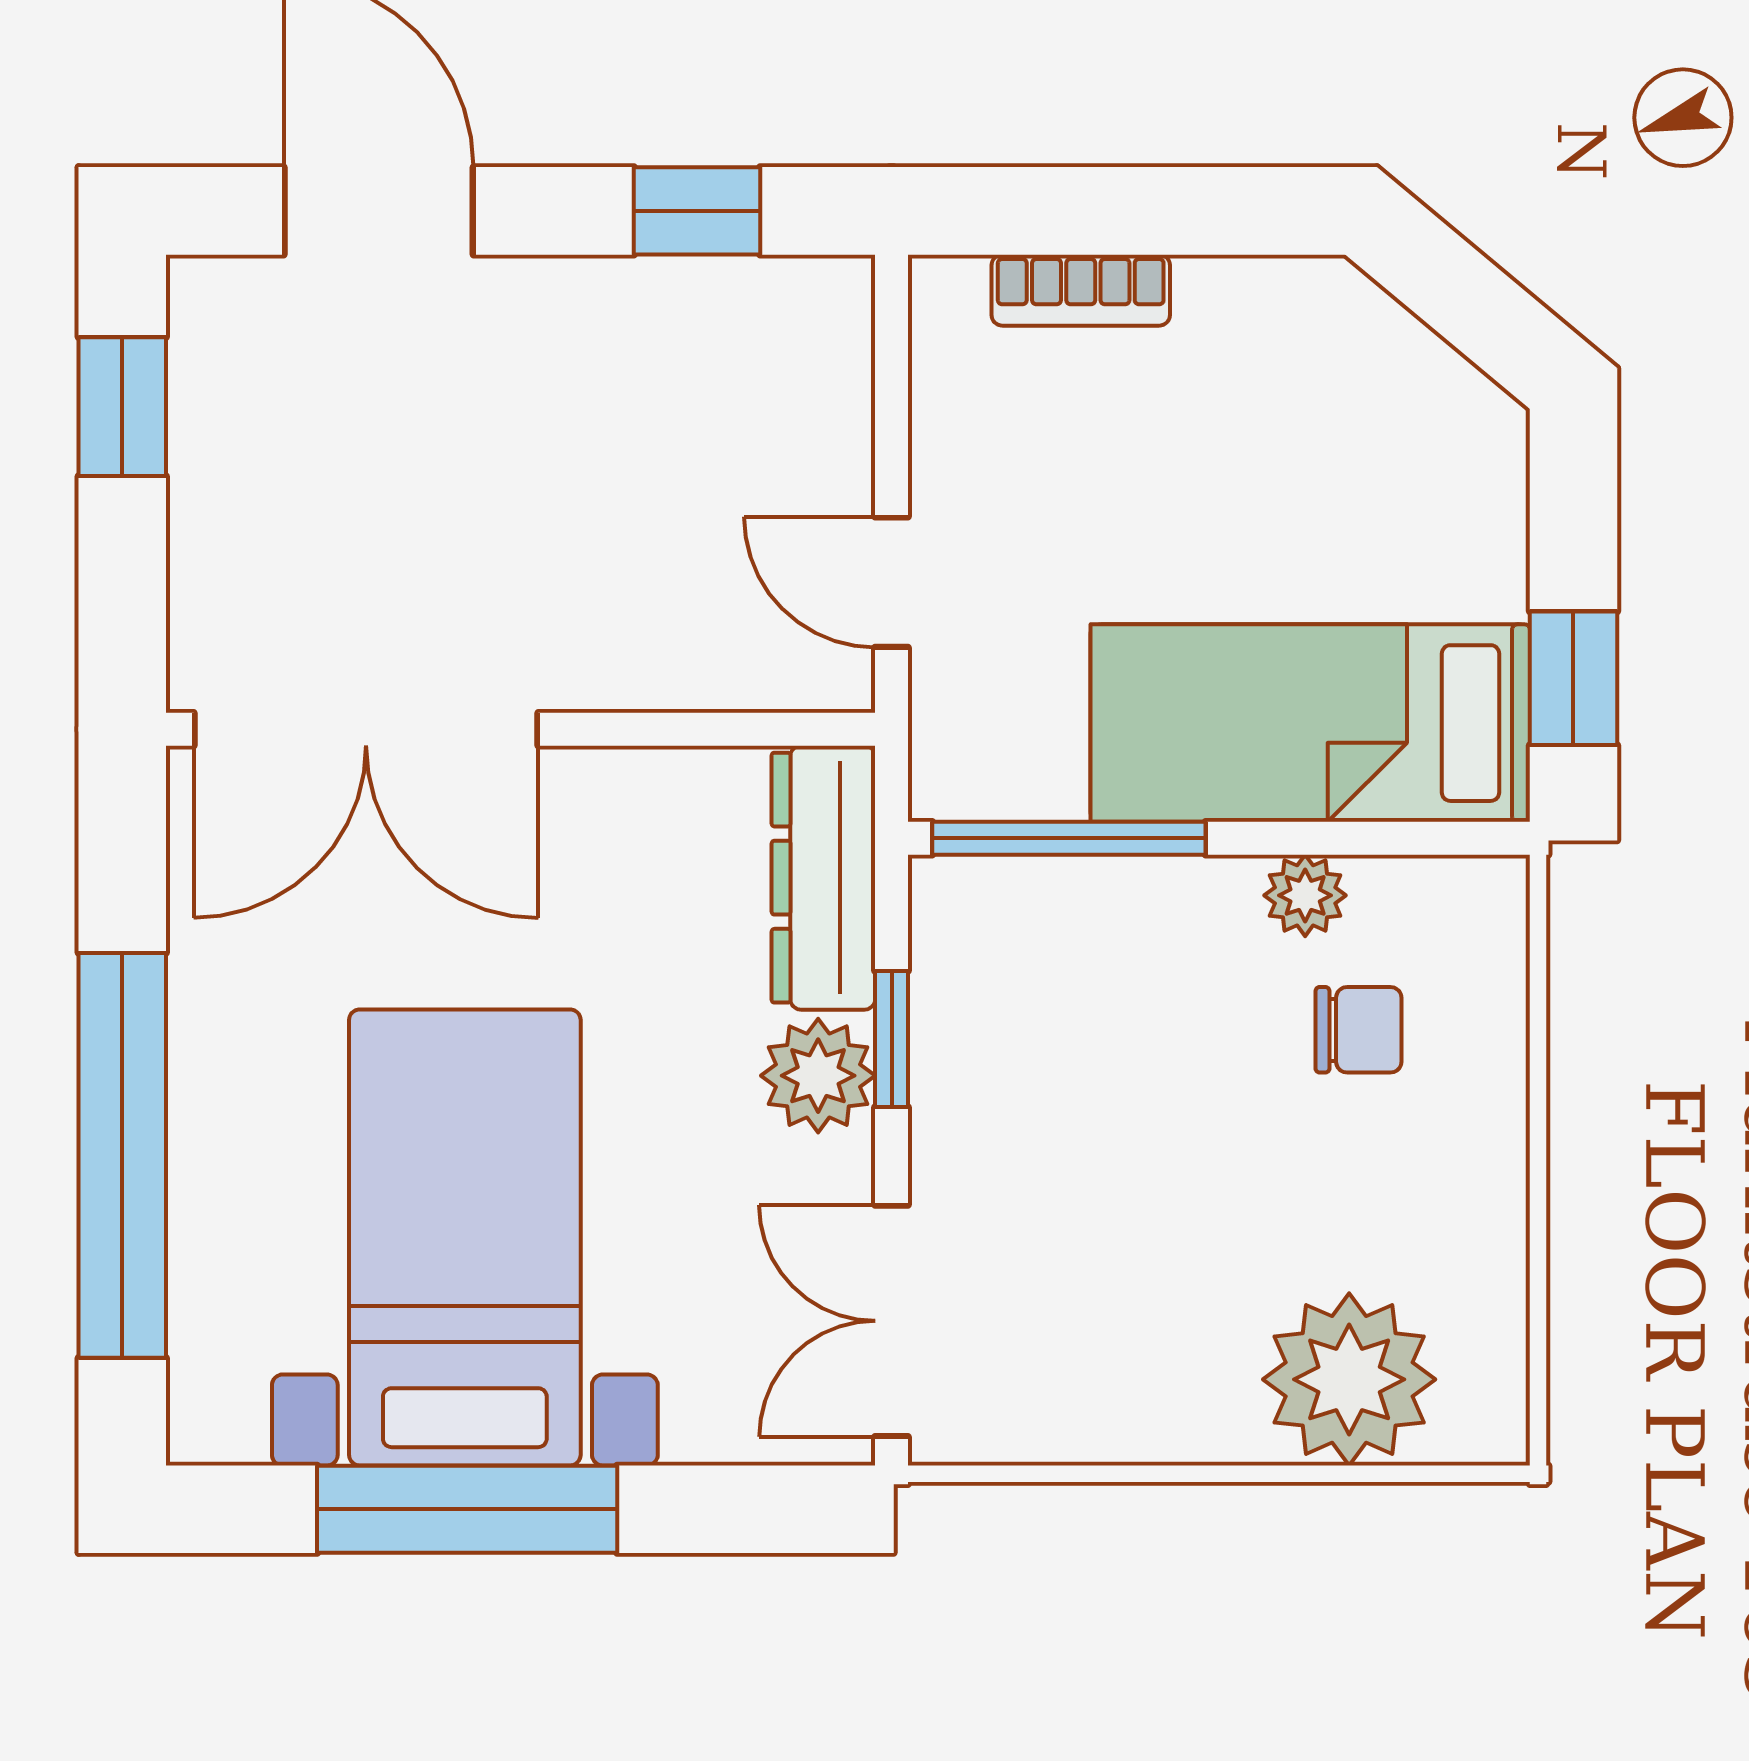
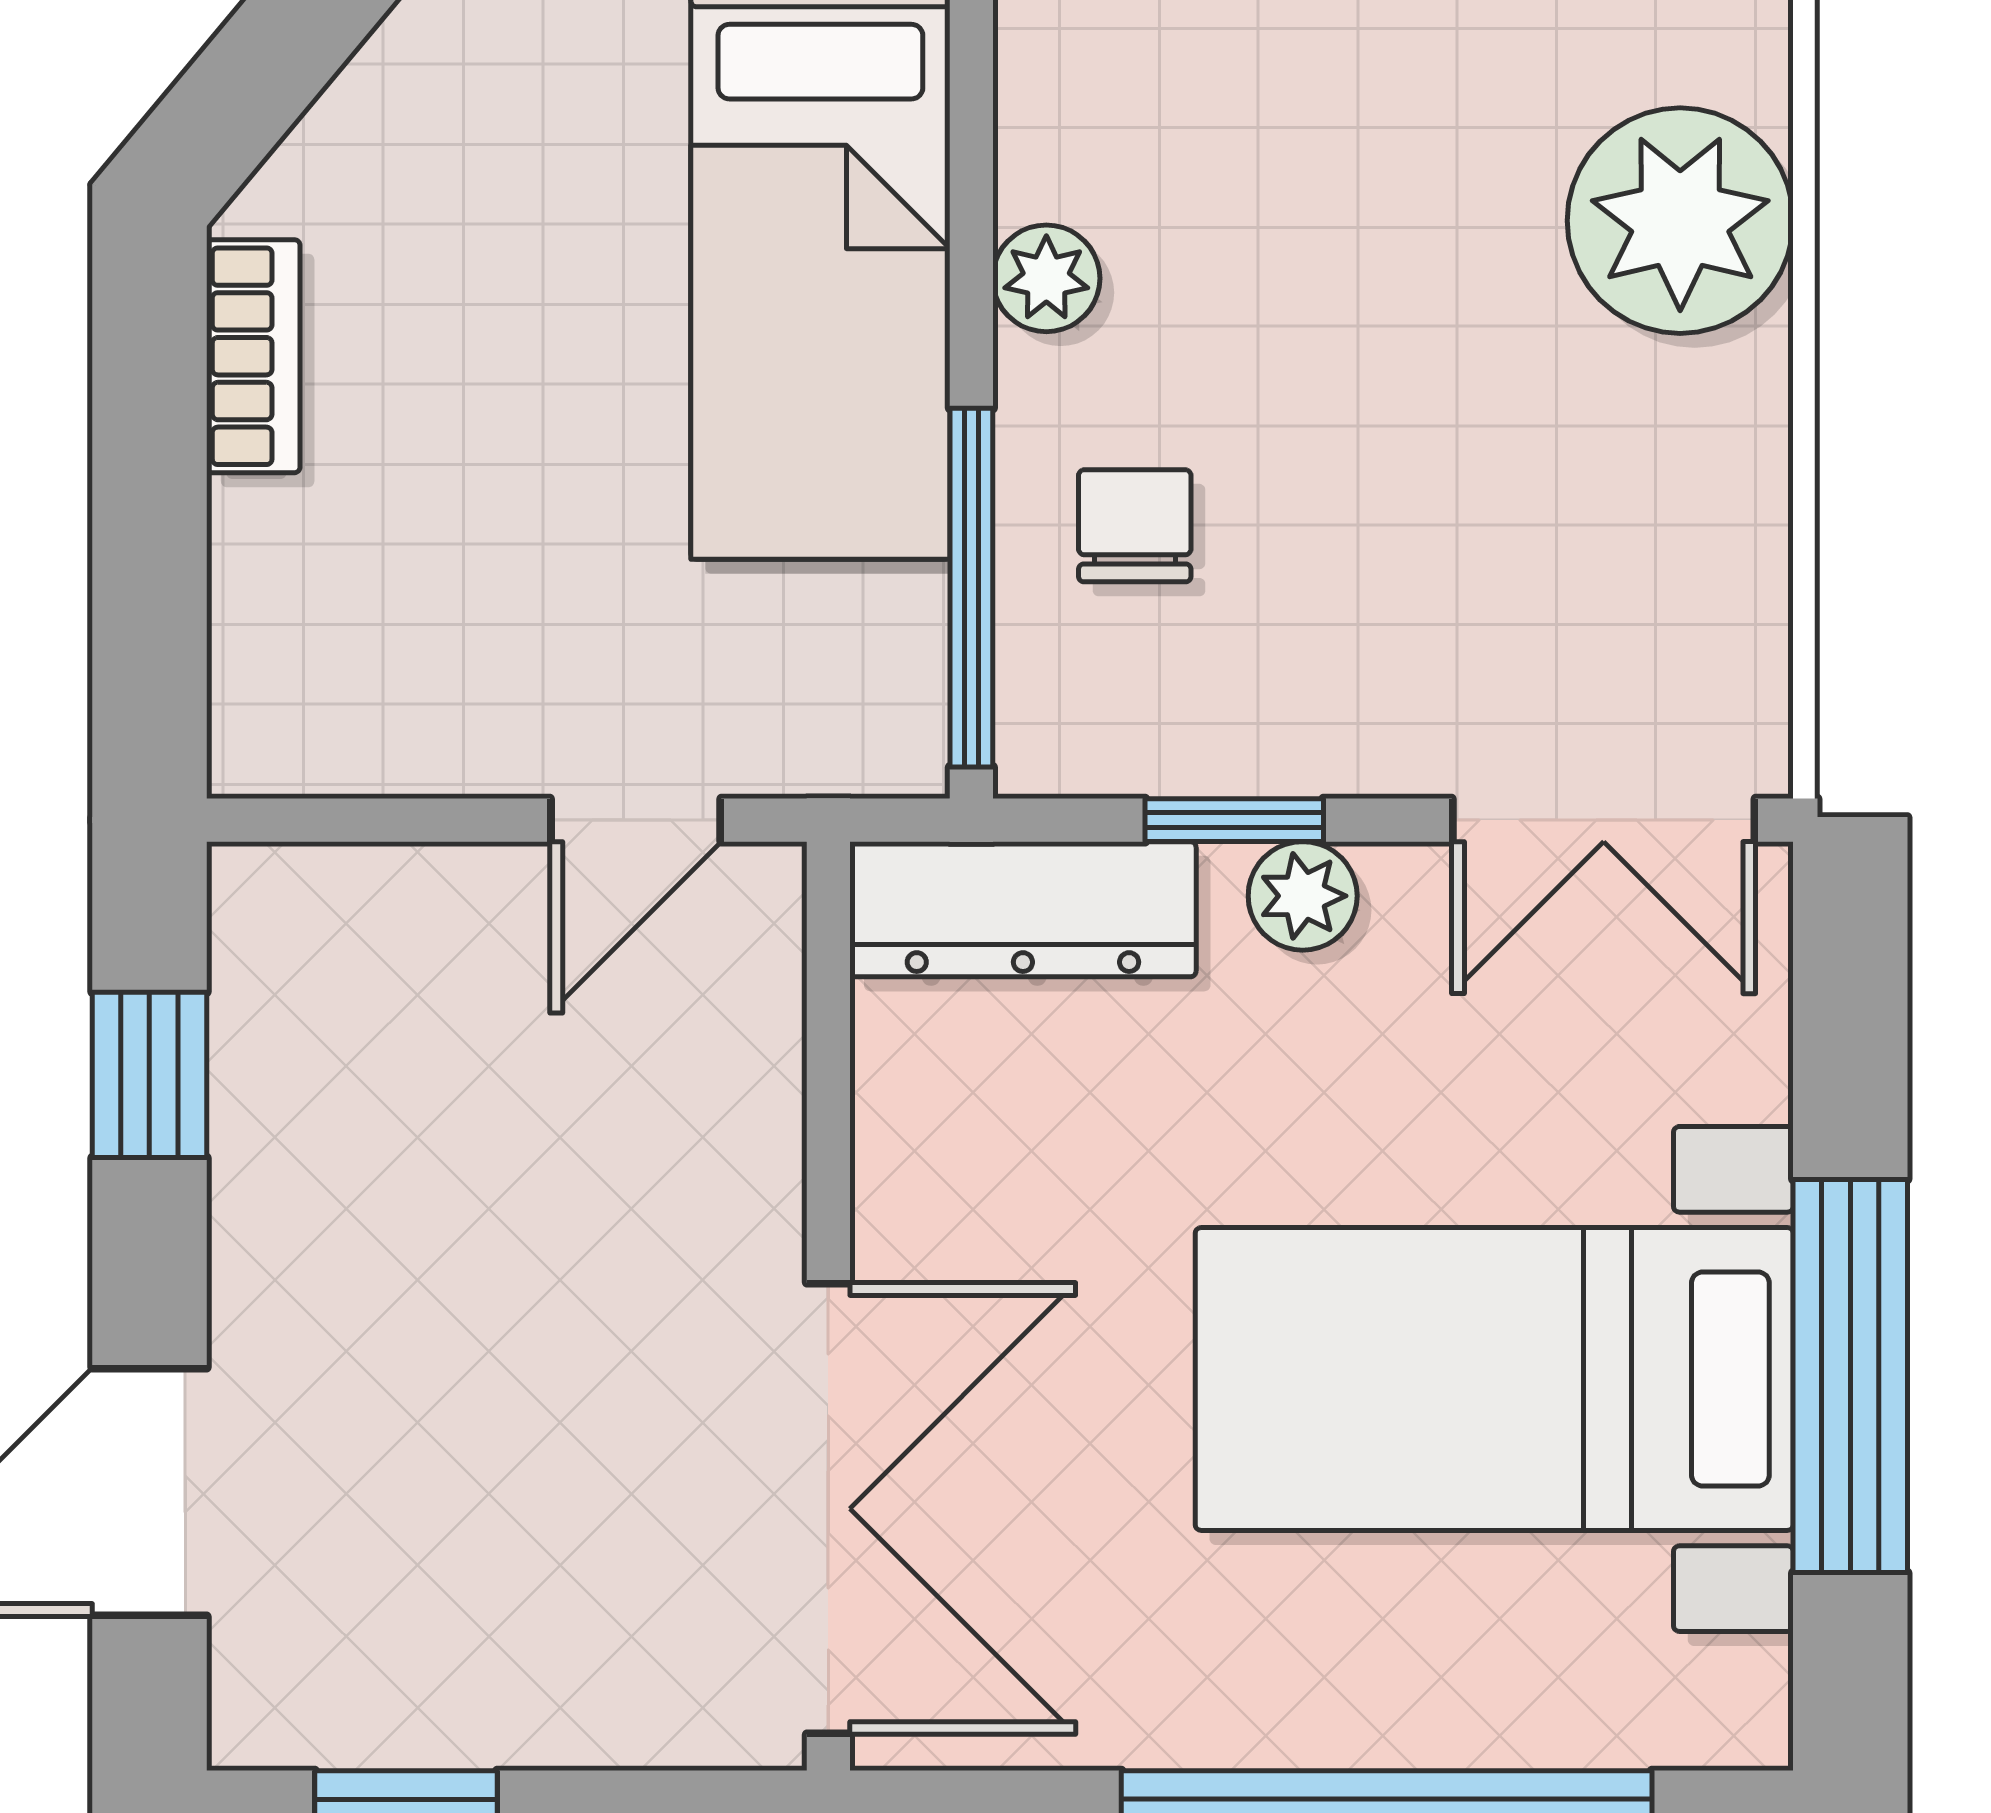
bookcase: (1081, 290) -> (253, 356), moved
chair: (1358, 1030) -> (1135, 526), moved
plant: (818, 1076) -> (1303, 896), width x0.73, depth x0.73

